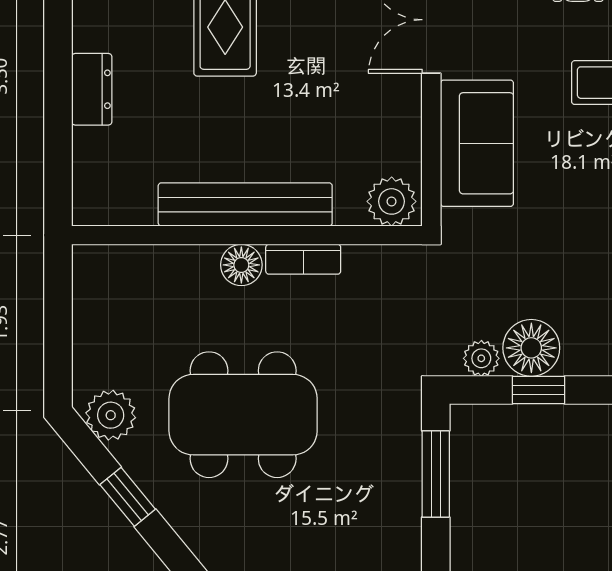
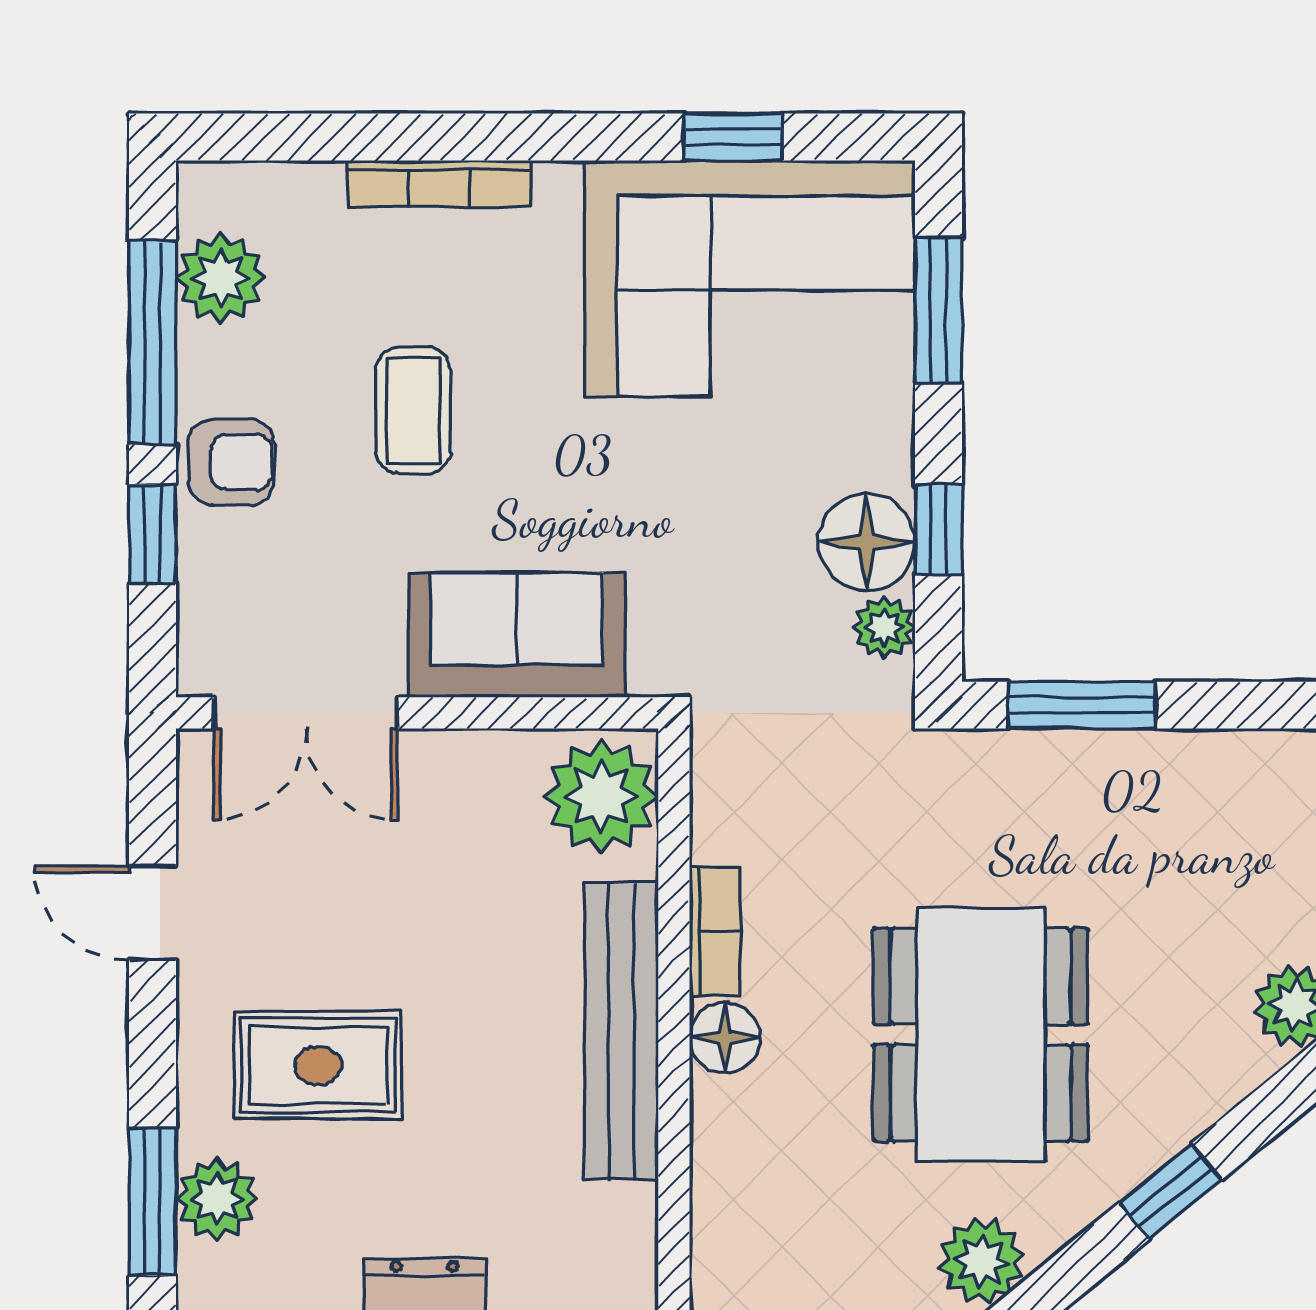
plant: (392, 201) -> (601, 796), width x1.36, depth x1.36
window: (128, 497) -> (1170, 1191), moved

